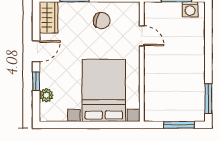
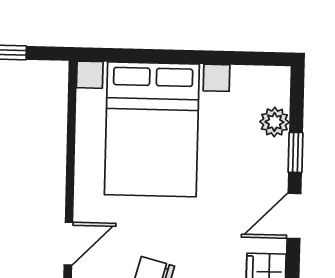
door: (142, 36) -> (68, 244), swing flipped

